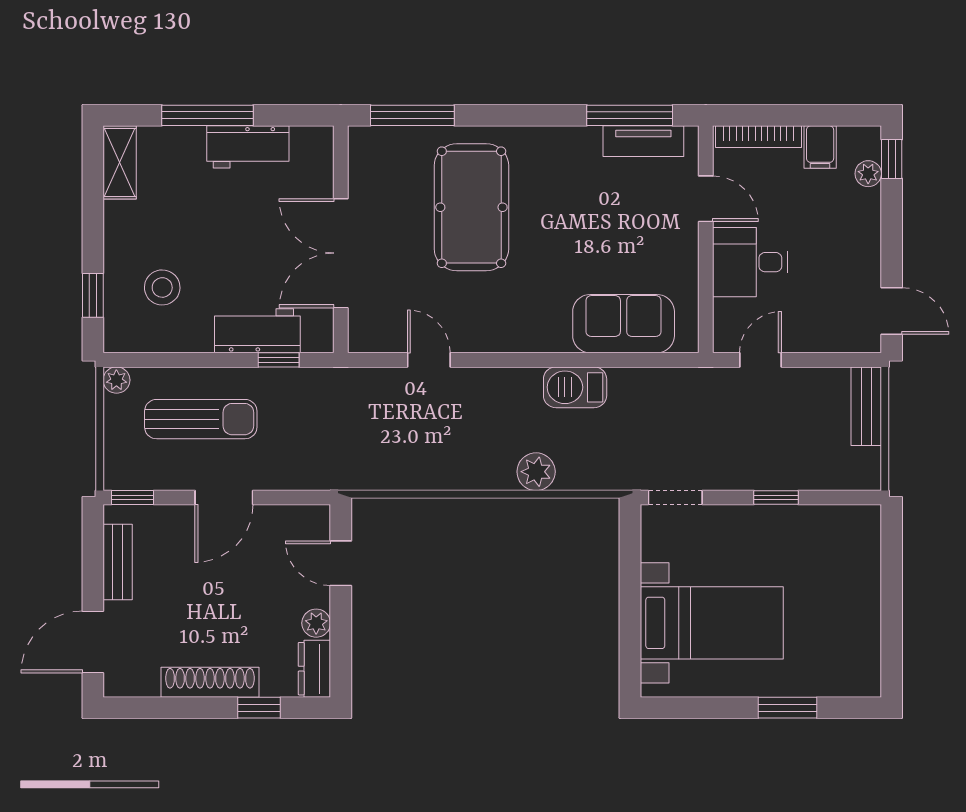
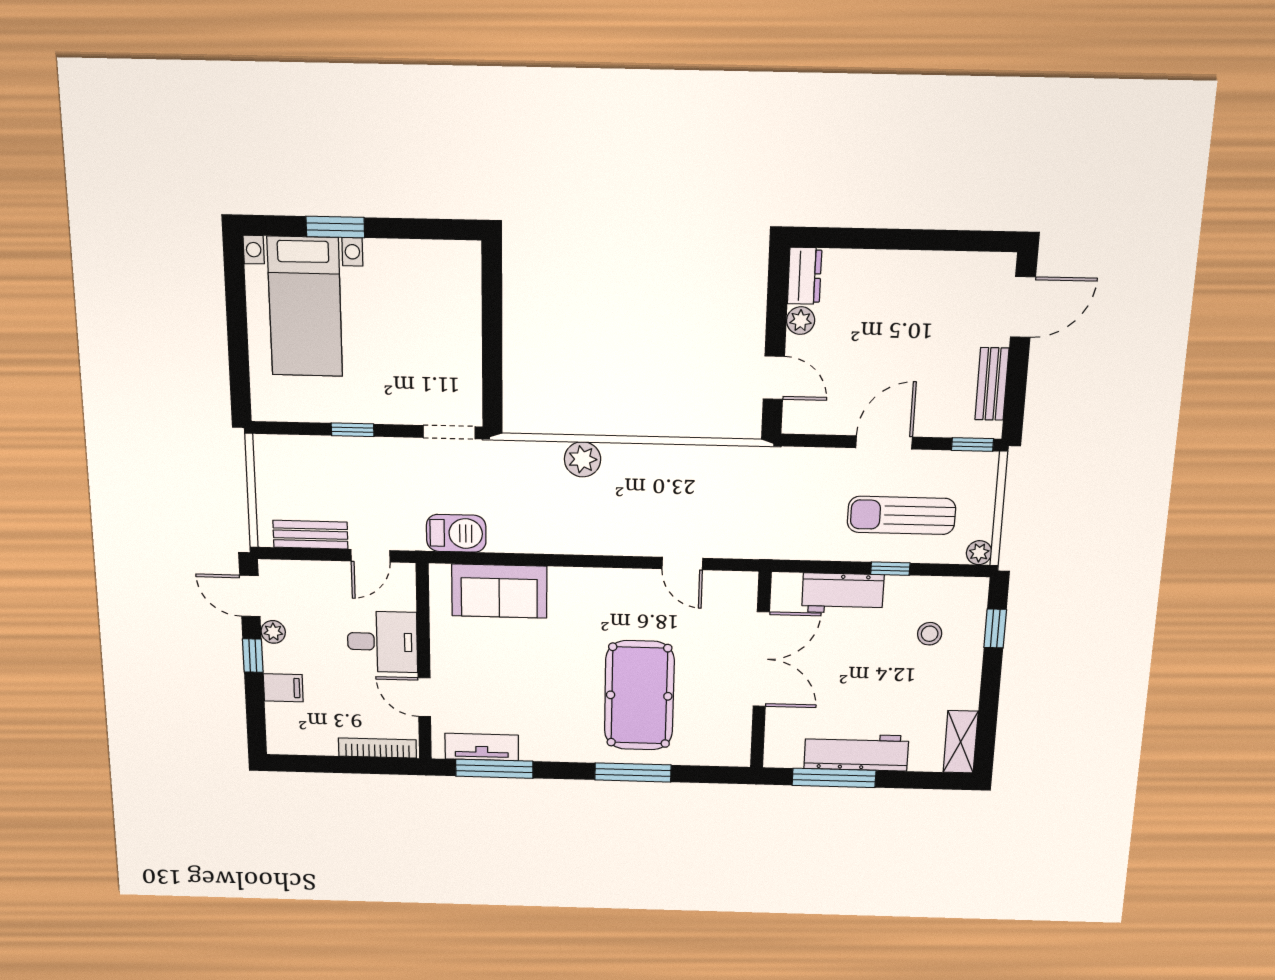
window: (208, 115) -> (834, 778), moved
window: (412, 115) -> (633, 772), moved
workbench: (248, 147) -> (856, 752), width x1.37
filing cabinet: (820, 147) -> (283, 688), moved, turned 90
window: (892, 159) -> (253, 656), moved
plant: (868, 174) -> (273, 632), moved
stool: (162, 287) -> (930, 634), width x0.73, depth x0.73
window: (279, 360) -> (890, 569), moved
barbecue: (575, 387) -> (456, 533), moved
bench: (866, 406) -> (310, 535), moved, turned 90
bed with nightstands: (712, 623) -> (305, 307), moved, turned -90
shoe rack: (210, 682) -> (909, 265), removed
window: (259, 708) -> (862, 238), removed

